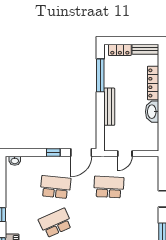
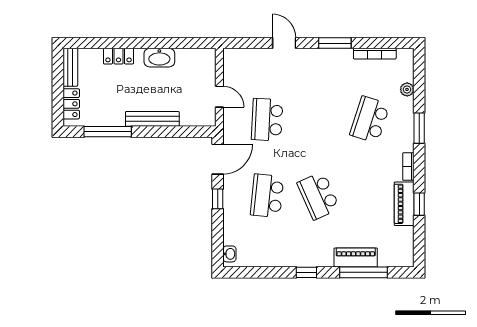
locker: (153, 83) -> (118, 56), width x0.66
door: (81, 152) -> (218, 159), hinge flipped

